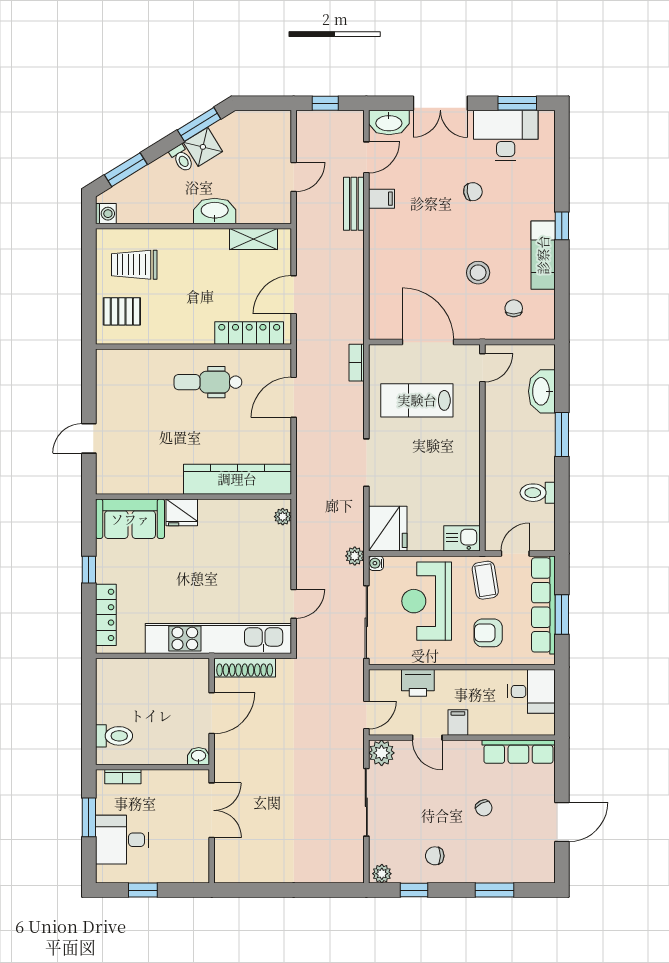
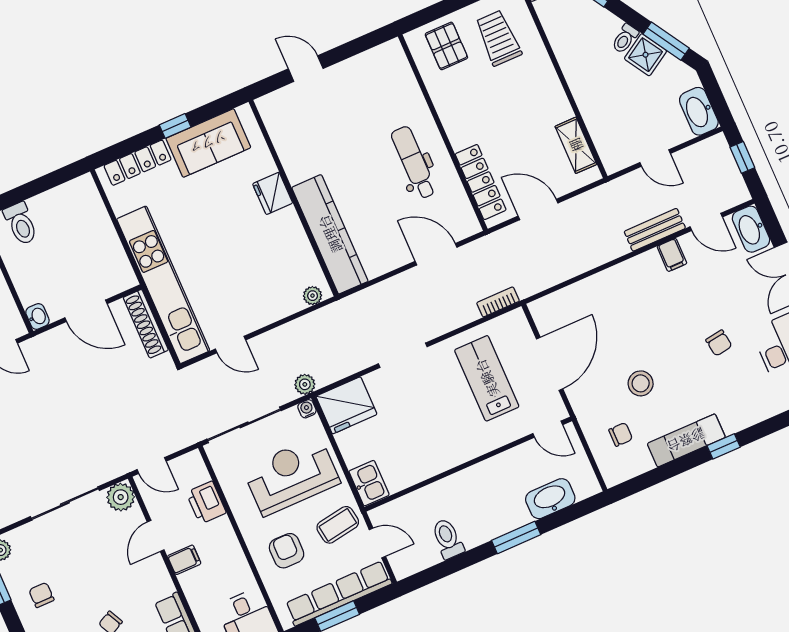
washbasin: (215, 211) -> (699, 111), moved, turned 180
sofa: (130, 519) -> (208, 143), moved, turned -90

